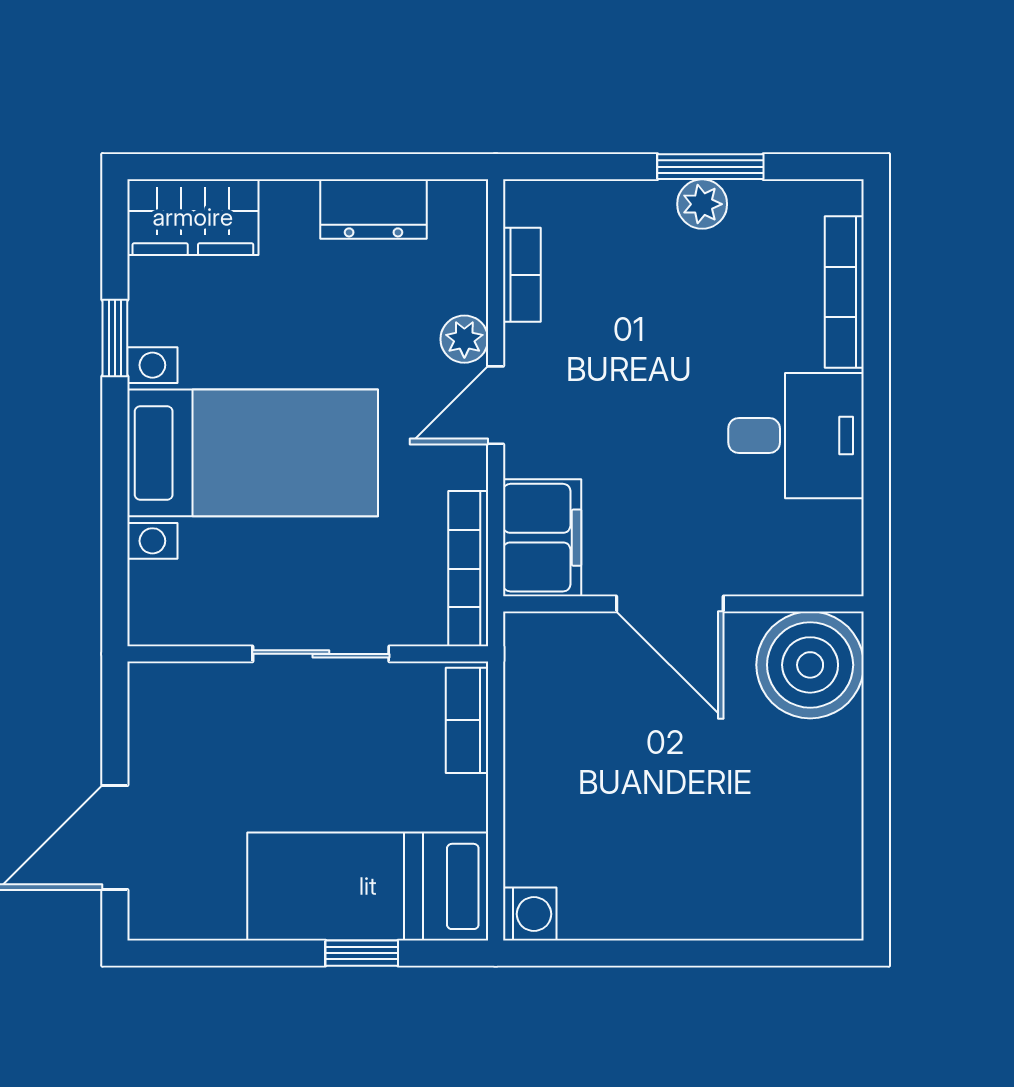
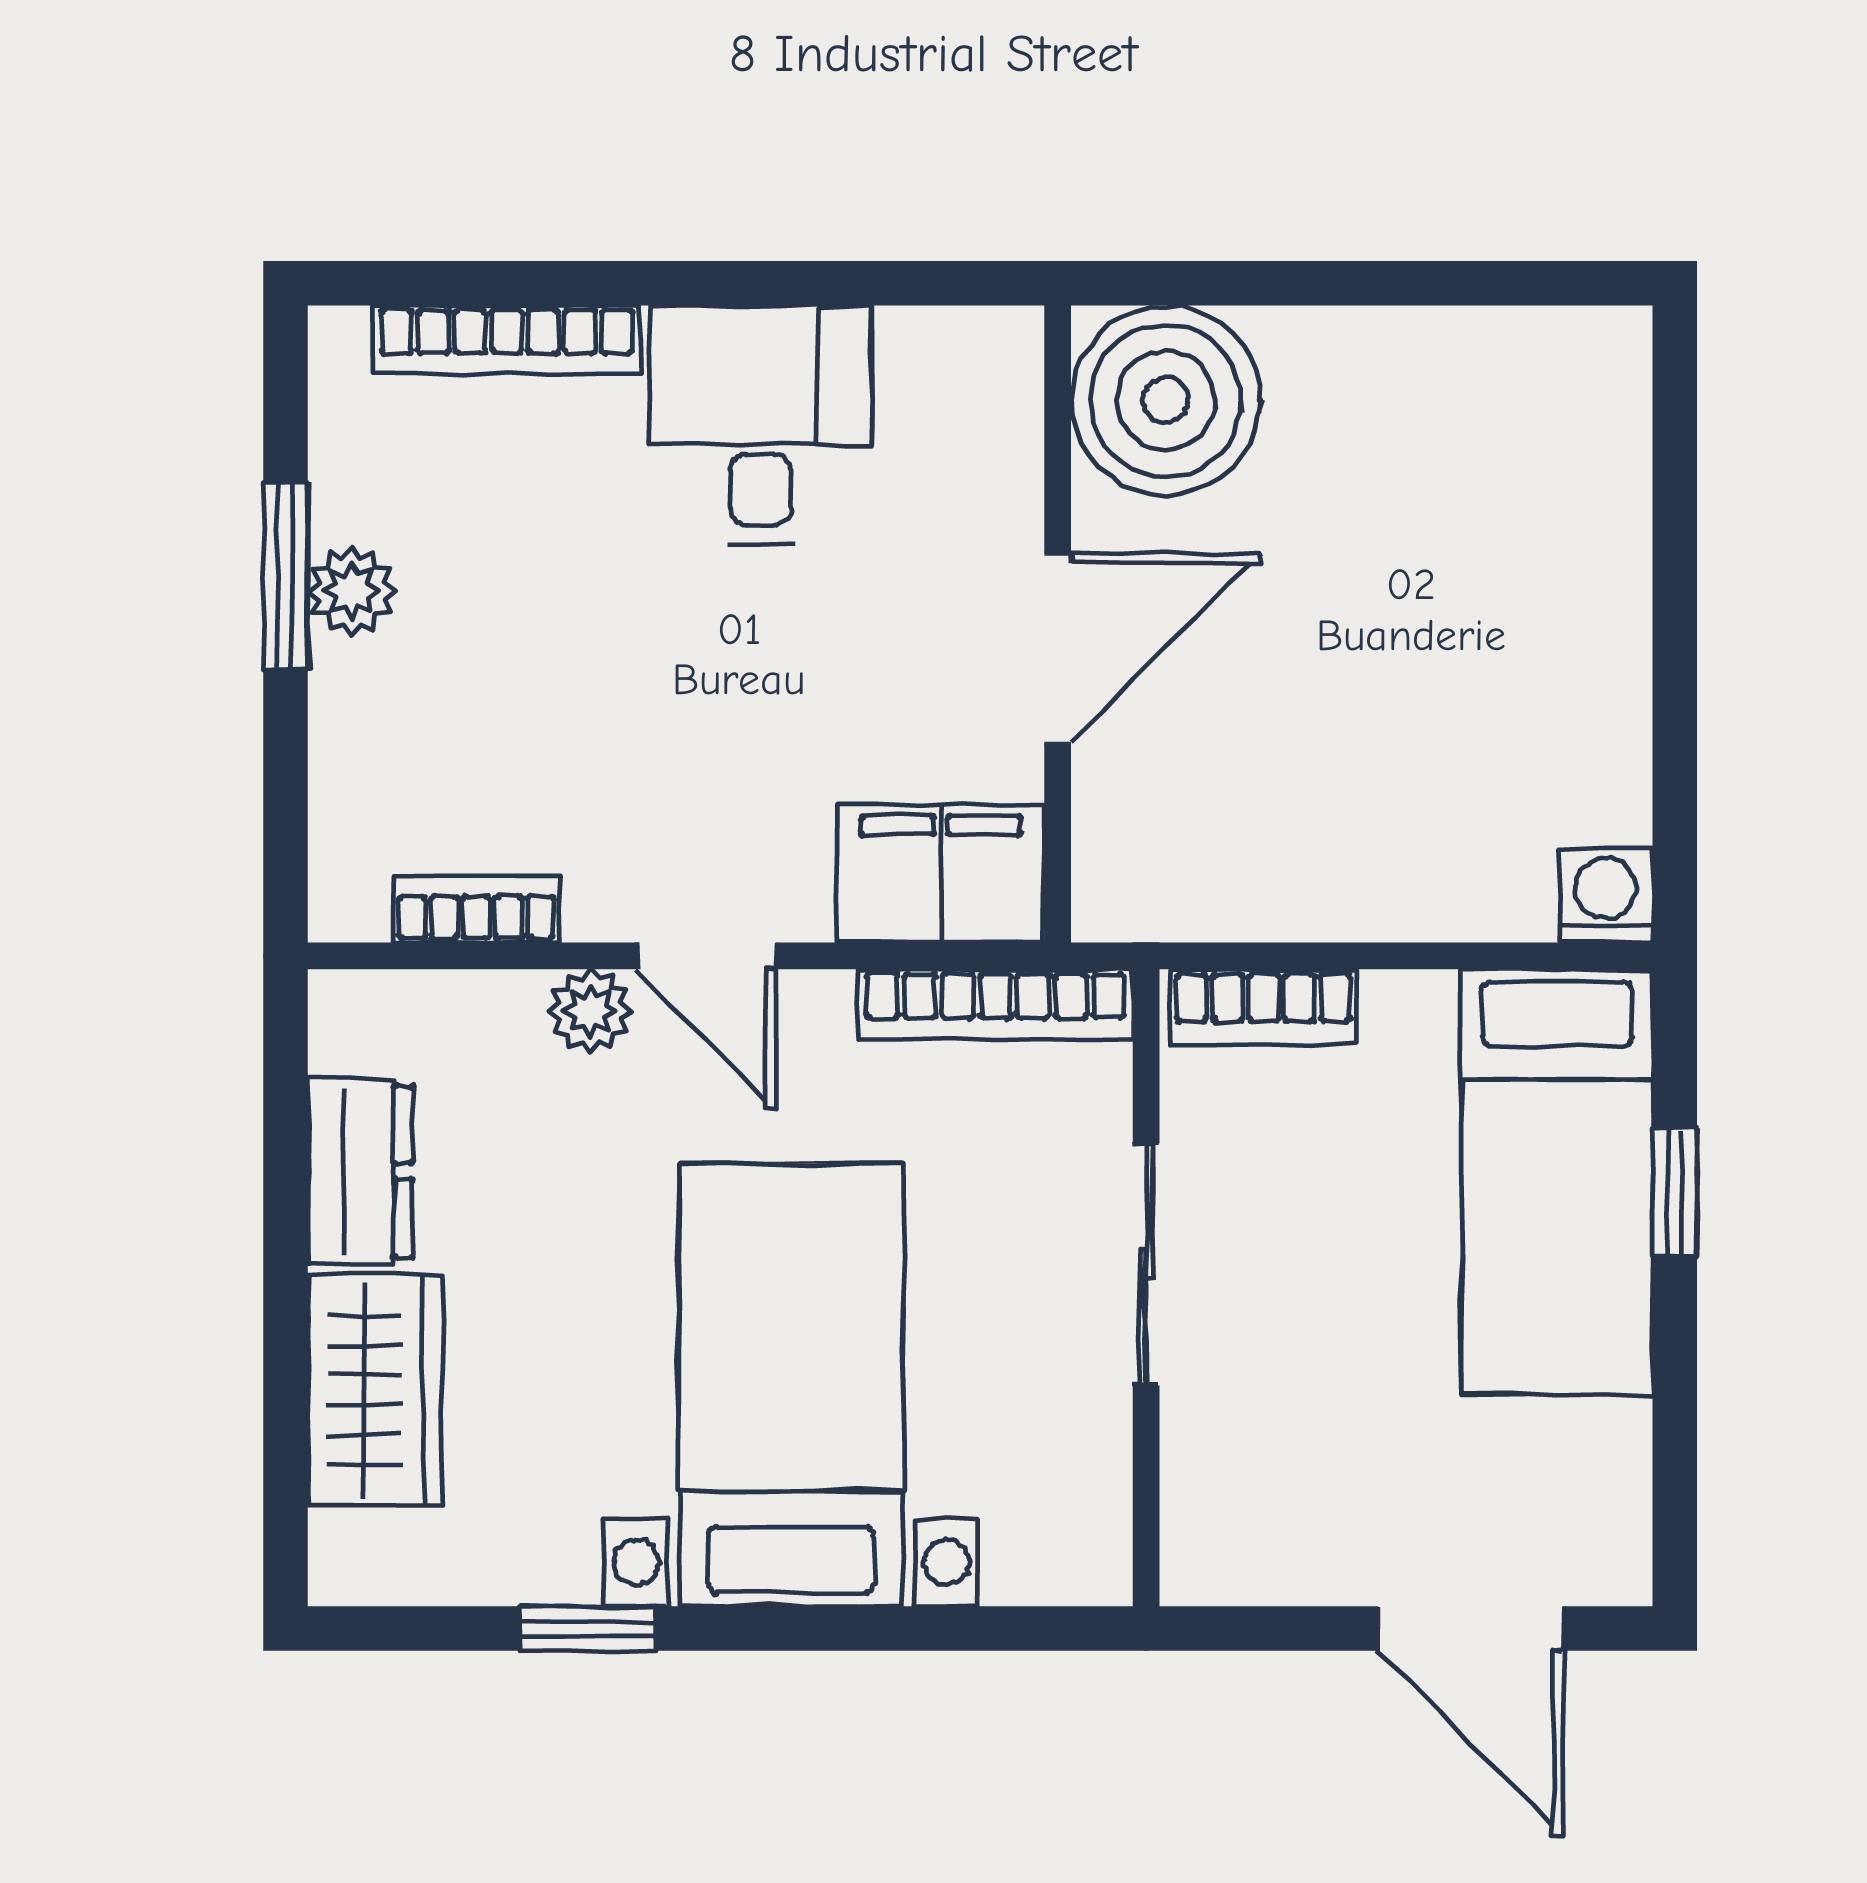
wardrobe: (193, 217) -> (375, 1390), moved

